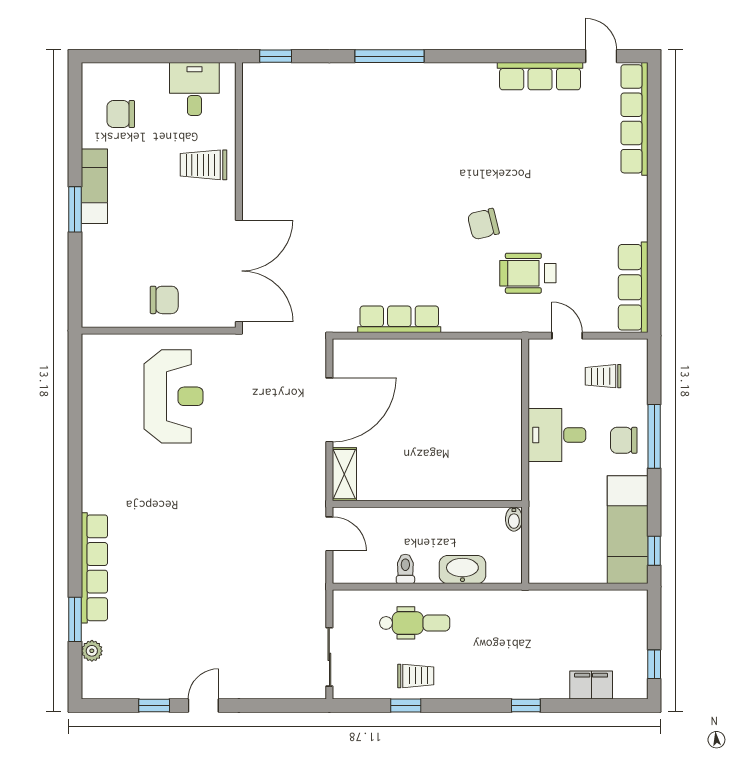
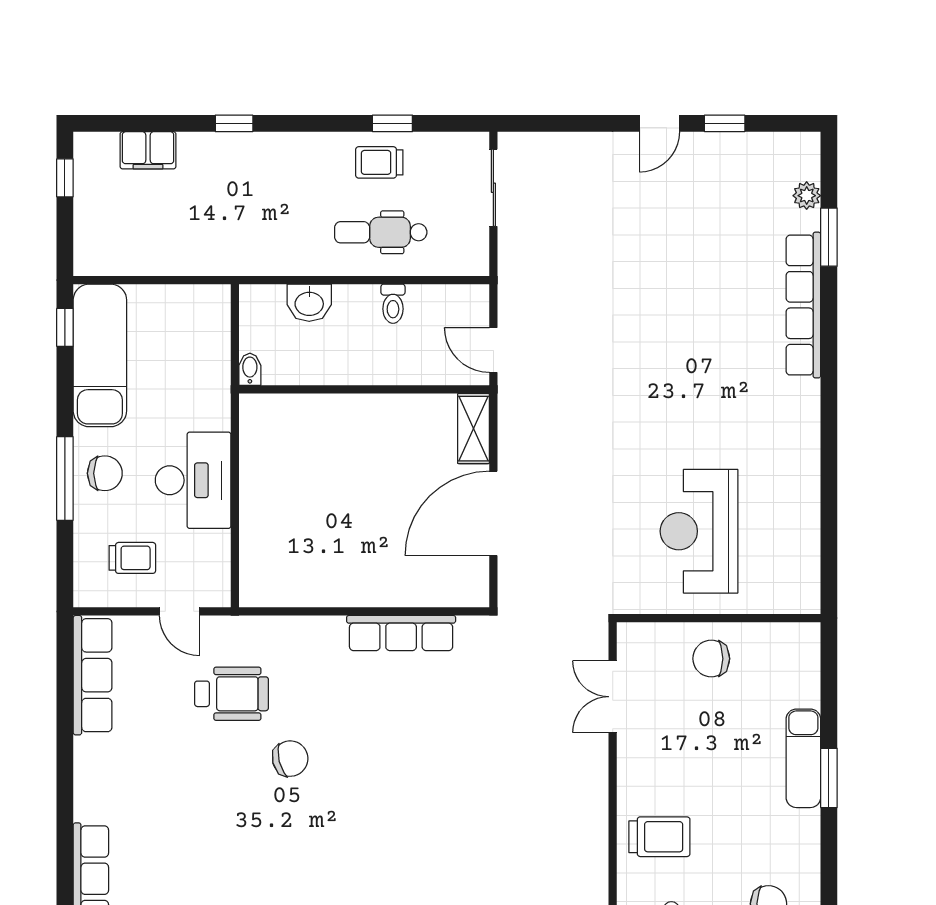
exam couch: (94, 186) -> (803, 758), moved
double door: (239, 271) -> (613, 697), width x0.54
desk: (557, 435) -> (193, 480), width x1.37
washbasin: (462, 570) -> (309, 303), width x0.72

